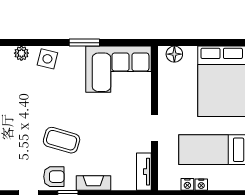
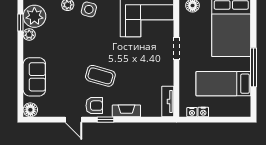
doorway: (154, 128) -> (176, 48), moved
nightstand: (201, 185) -> (192, 112), moved

